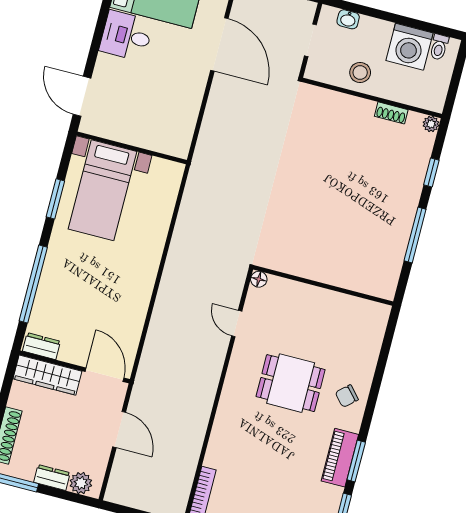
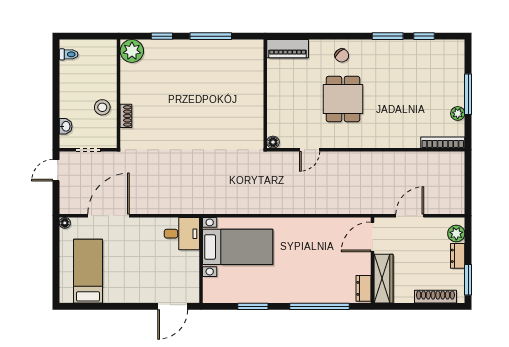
desk: (126, 36) -> (182, 234), moved, turned -90
washing machine: (409, 47) -> (74, 76), removed
shoe rack: (391, 113) -> (126, 116), moved
plant: (431, 124) -> (132, 51), width x1.87, depth x1.87
bed with nightstands: (103, 190) -> (238, 247), moved
piano: (340, 458) -> (288, 49), moved

